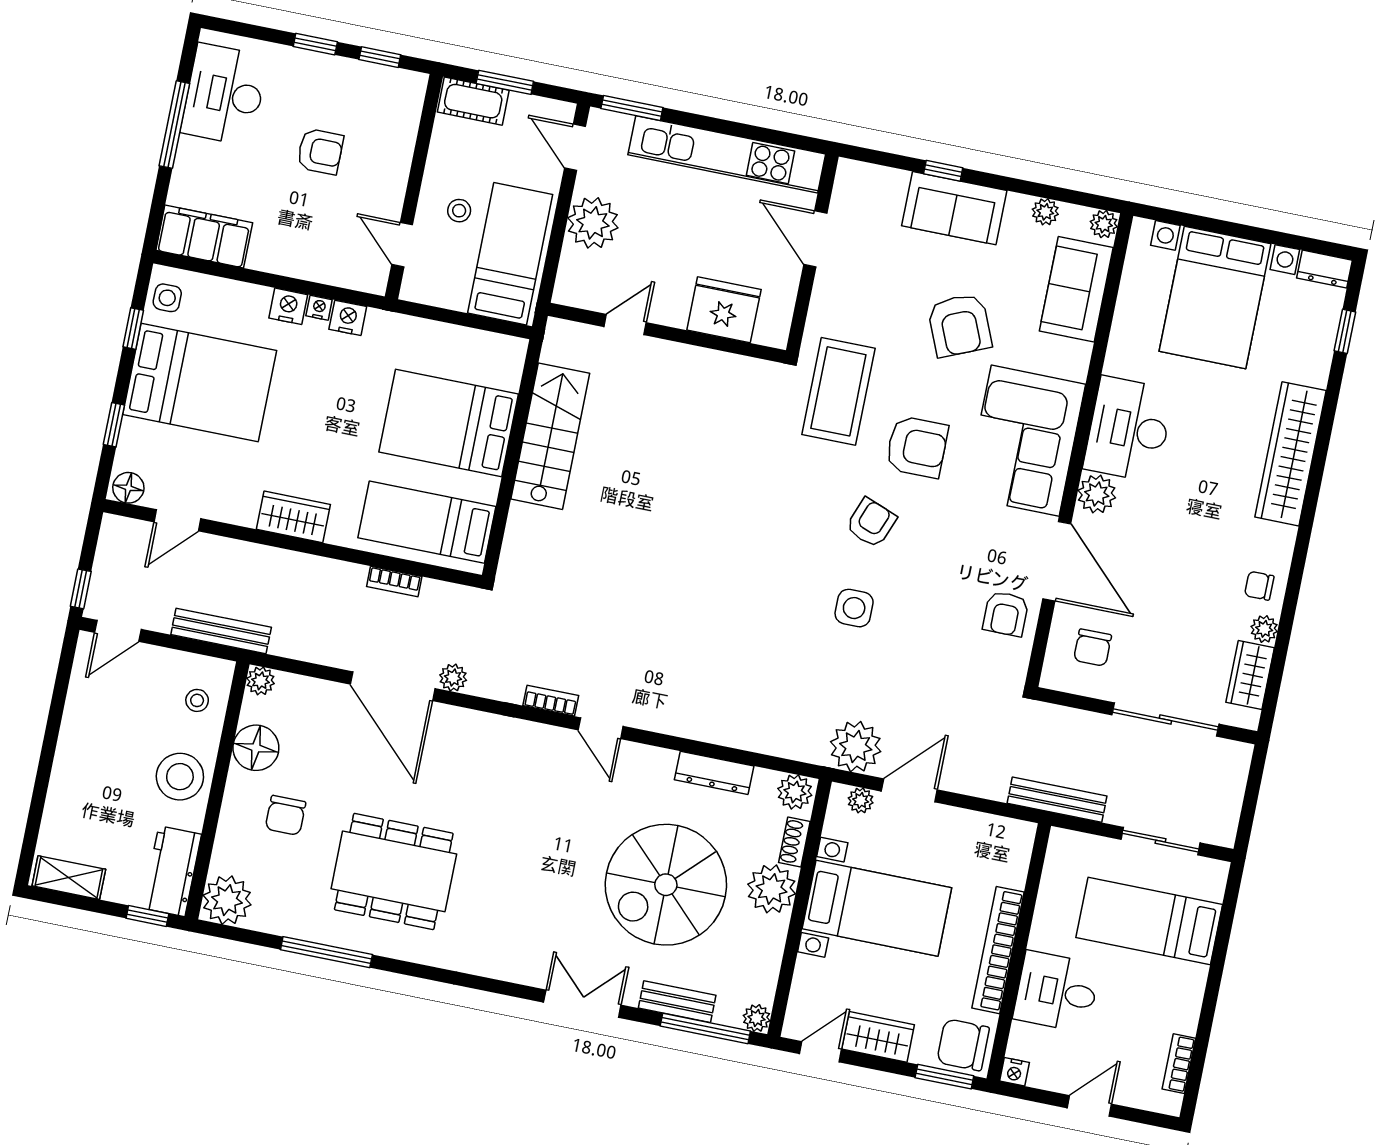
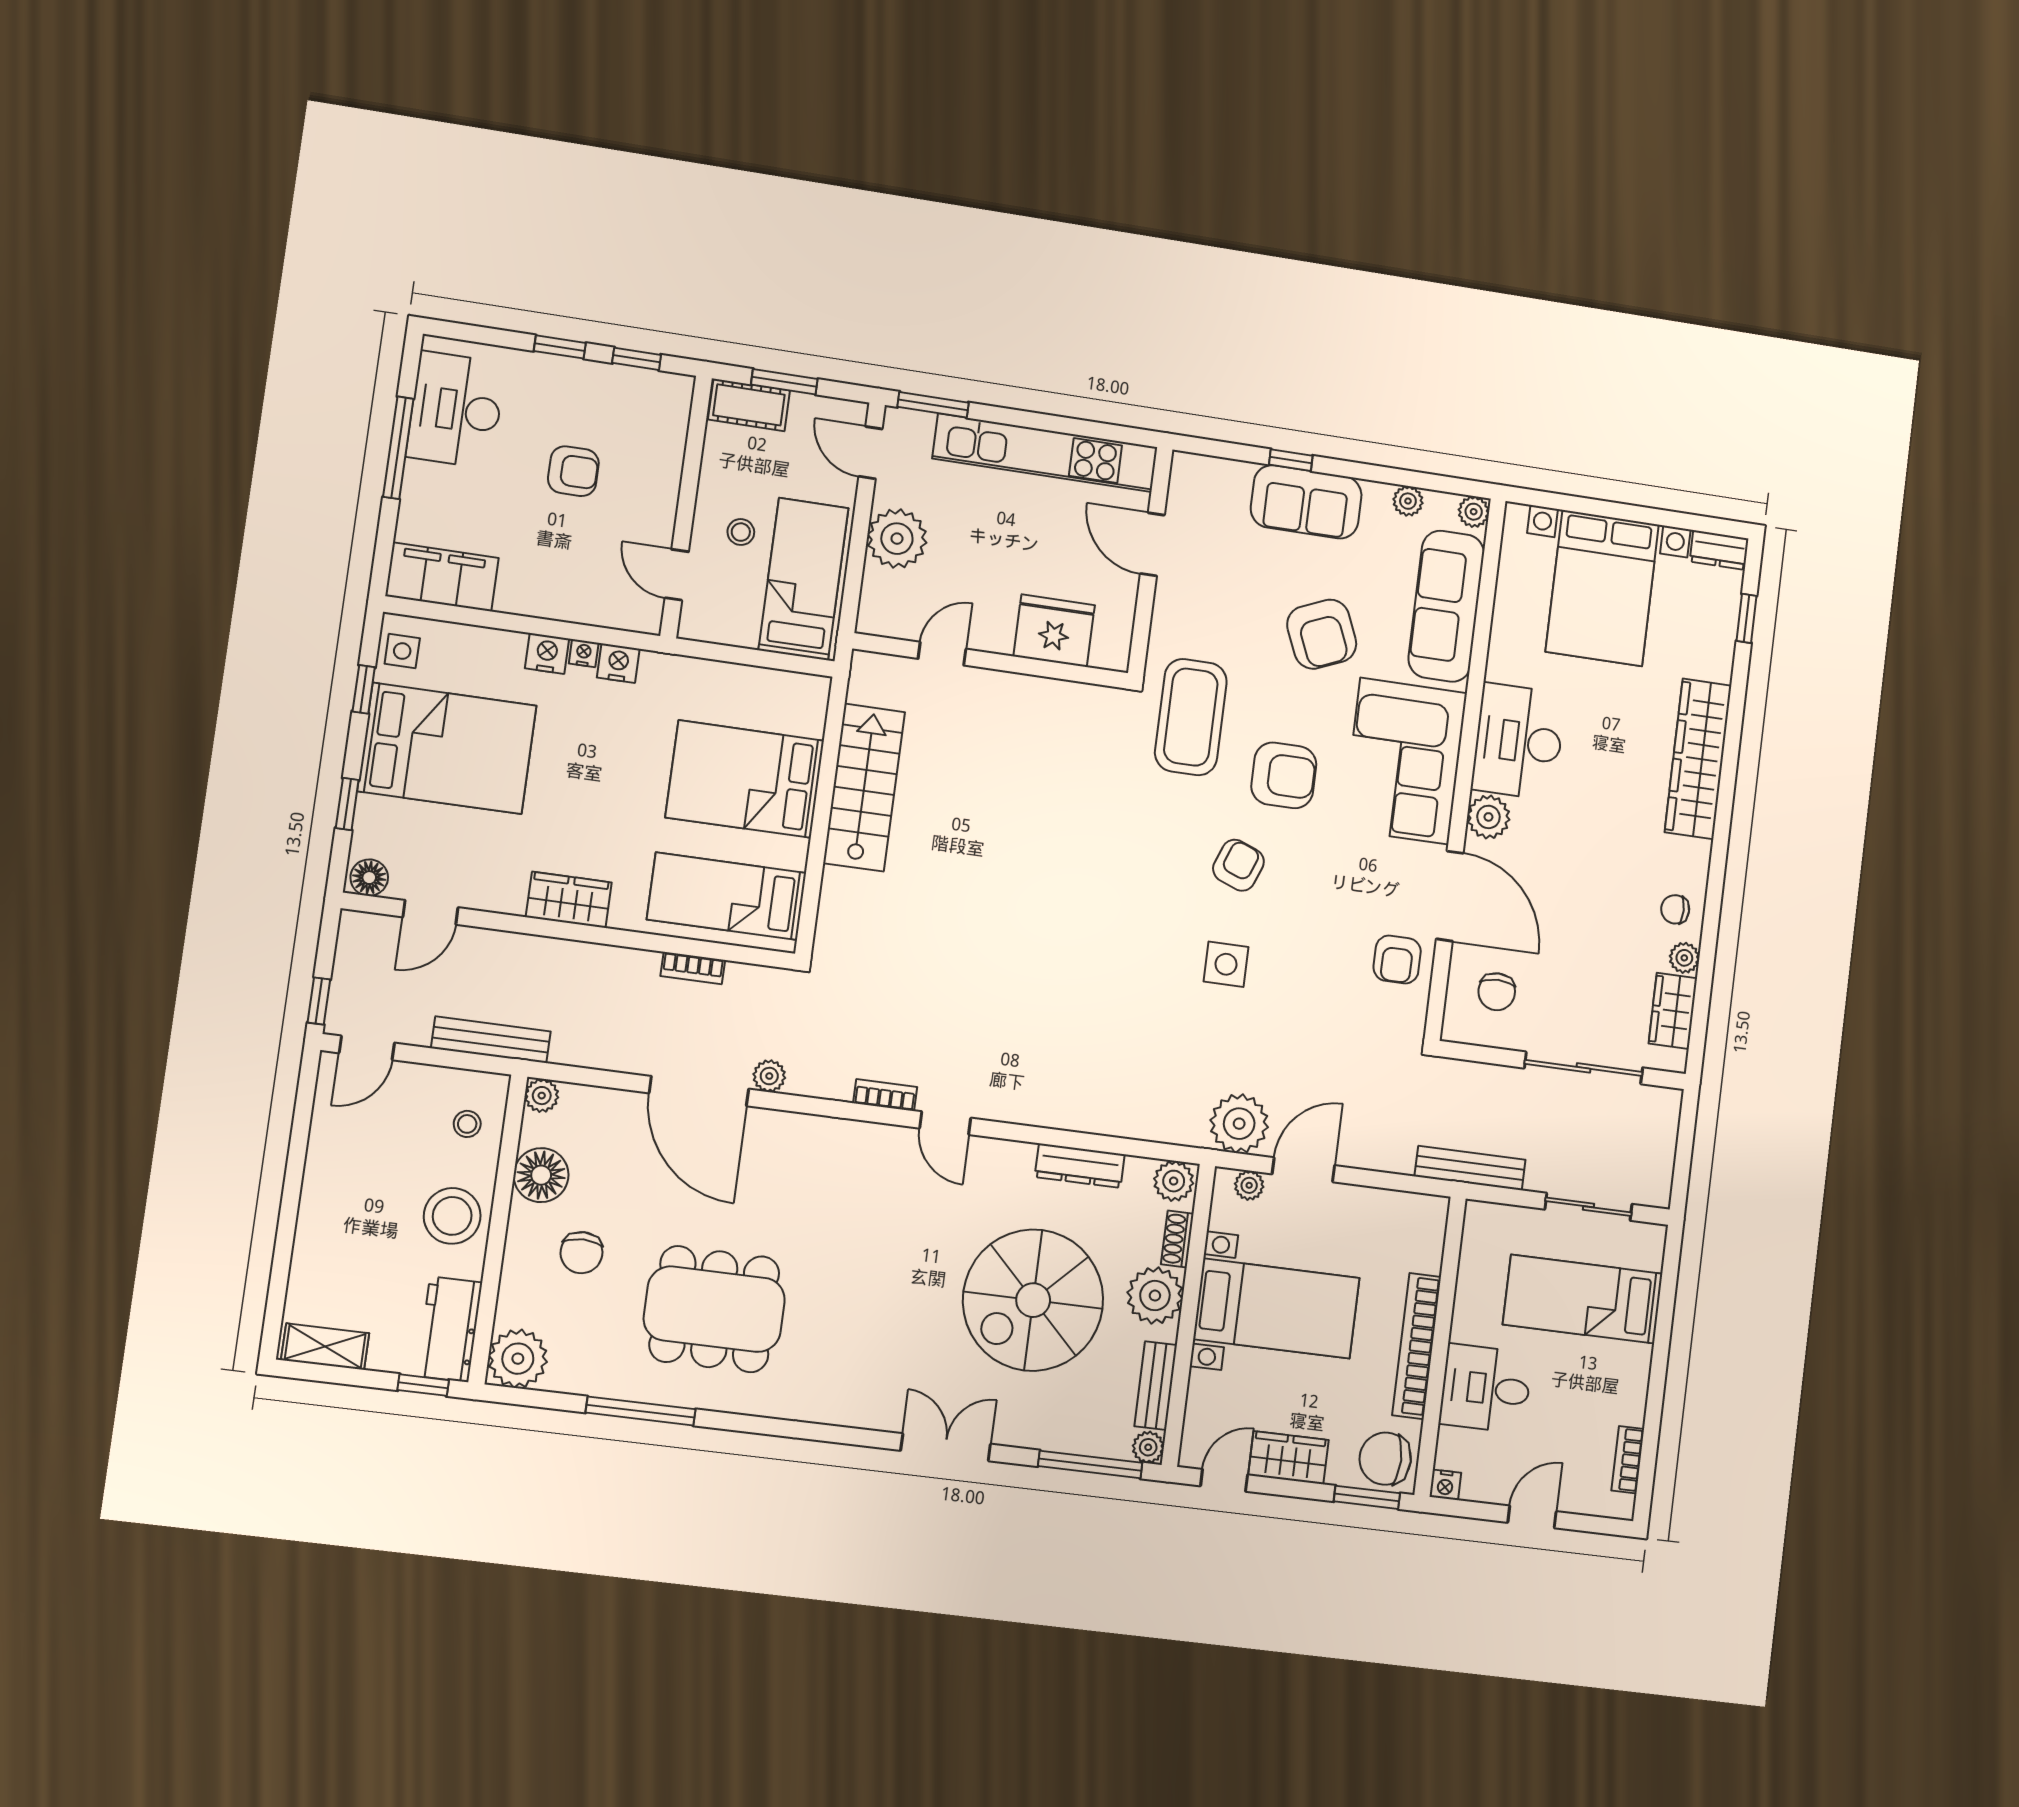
sofa: (1076, 289) -> (1446, 606), width x1.36
bench: (677, 1002) -> (1156, 1386), moved, turned 90

